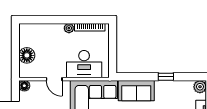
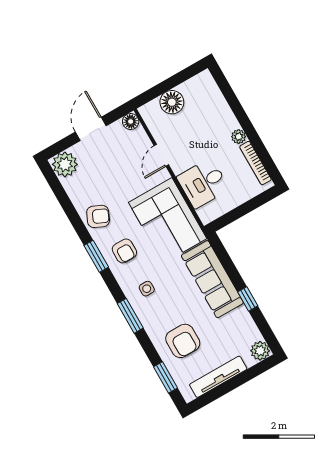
desk: (84, 64) -> (203, 183), width x0.73
sofa: (136, 91) -> (212, 279), width x1.36

